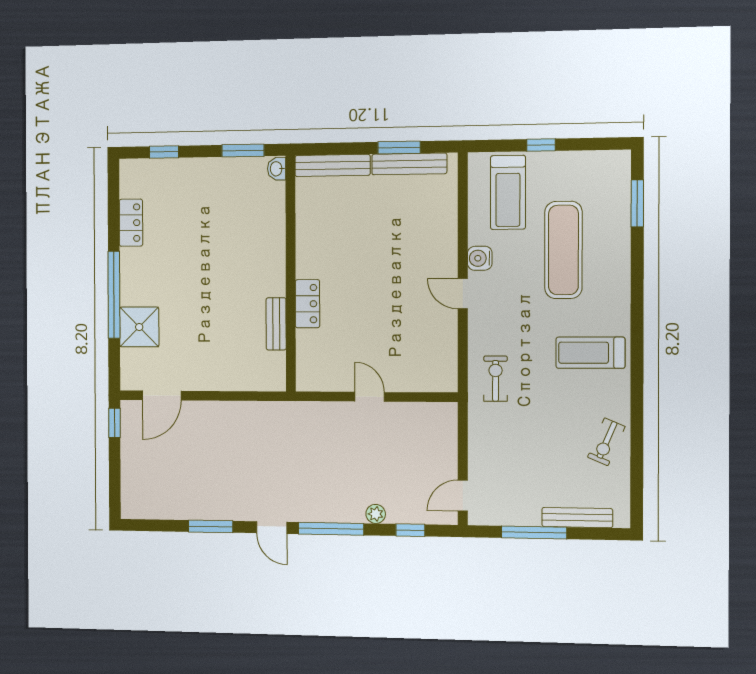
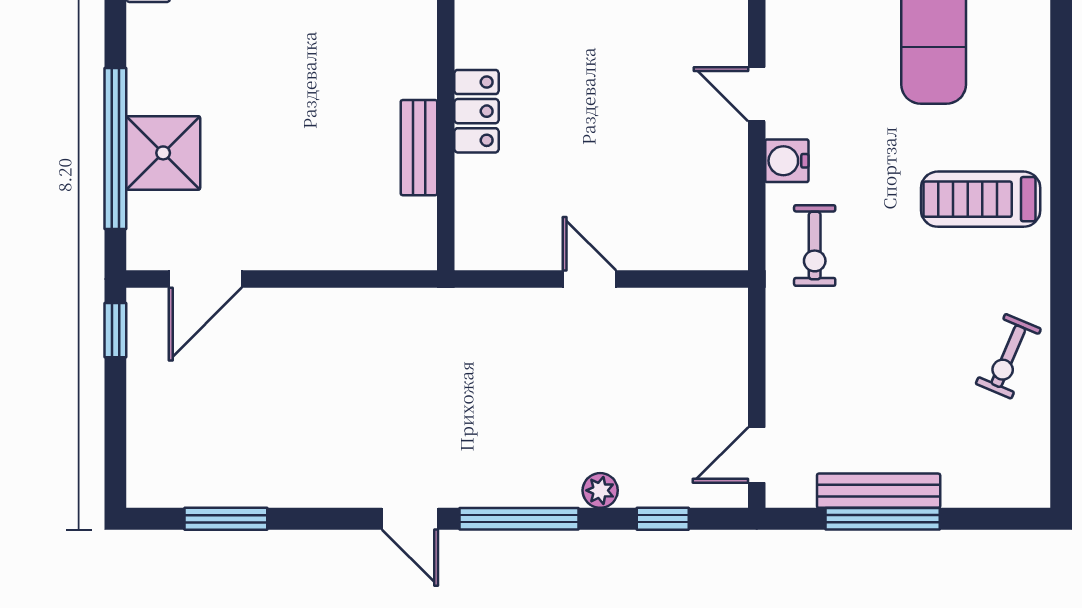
water cooler: (480, 258) -> (787, 161), moved
window: (114, 295) -> (115, 149), moved
exercise bike: (496, 379) -> (815, 246), turned 180
bench: (577, 518) -> (879, 491), moved
window: (211, 526) -> (226, 519), moved

